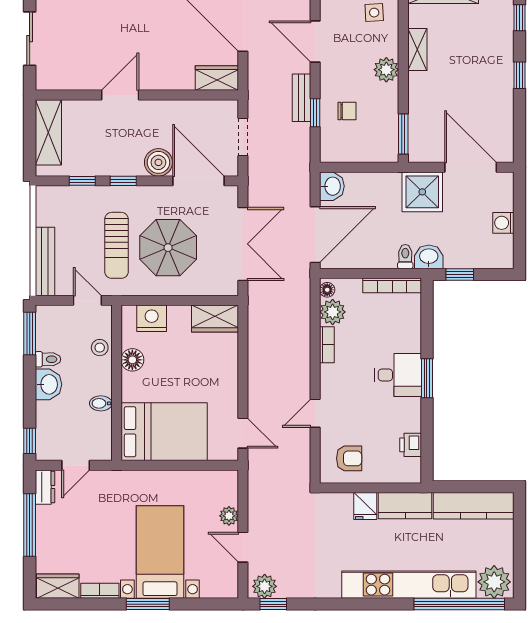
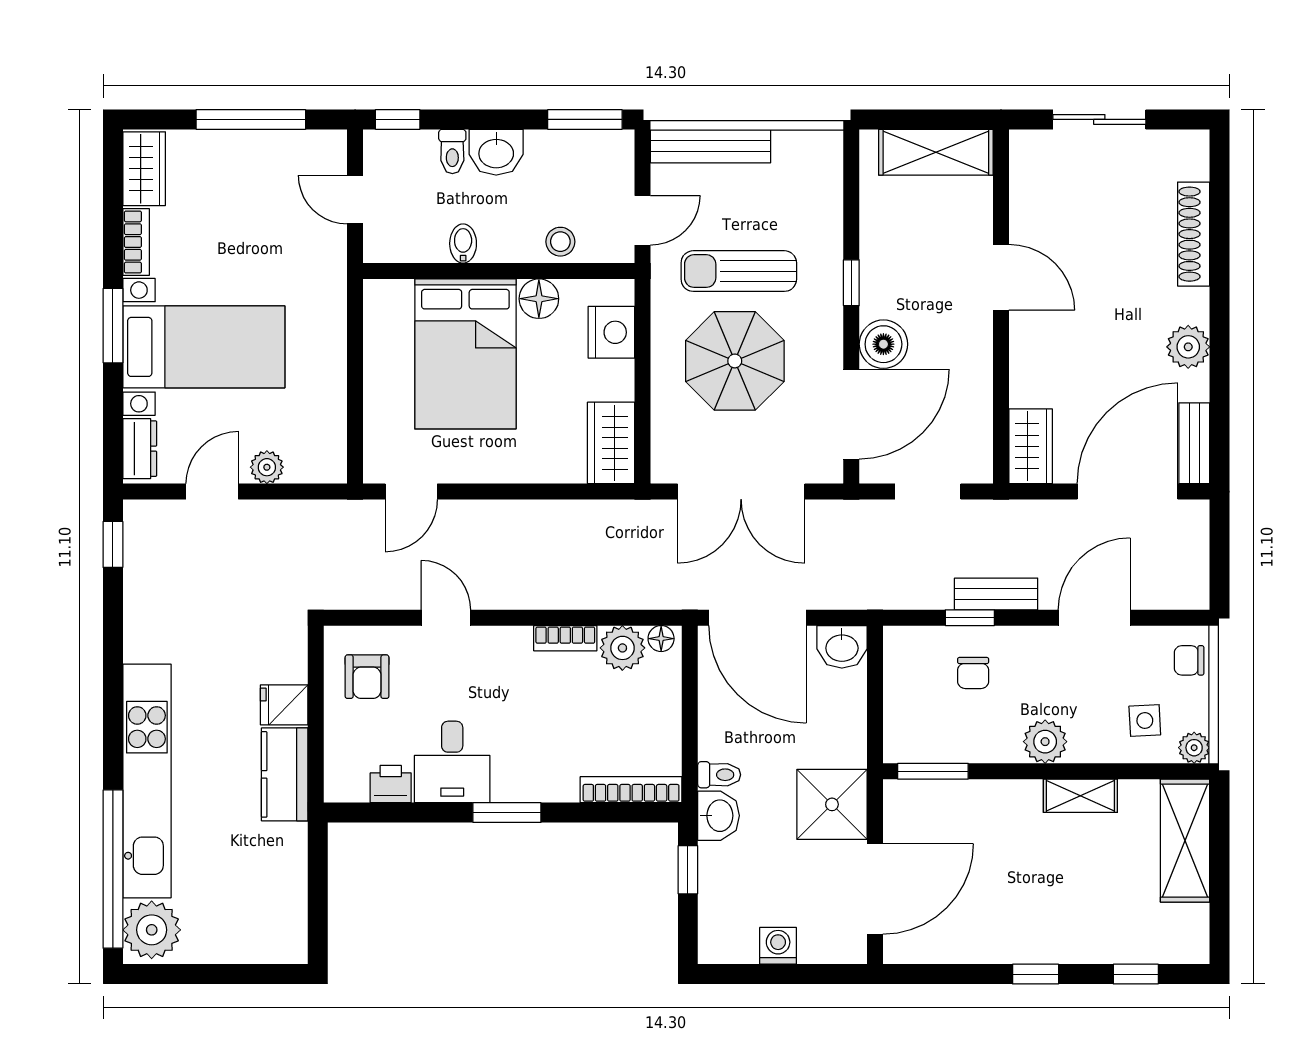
window: (82, 181) -> (851, 211), removed
bookcase: (392, 285) -> (631, 790), moved, turned 90
toilet: (48, 359) -> (452, 151), moved
desk: (398, 375) -> (452, 762), moved
bed: (164, 432) -> (465, 354), moved
dresser: (45, 487) -> (140, 449), moved, turned -90
kitchen counter: (474, 506) -> (285, 894), removed
plant: (265, 586) -> (144, 529), removed

